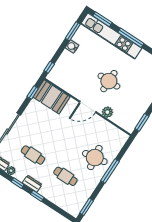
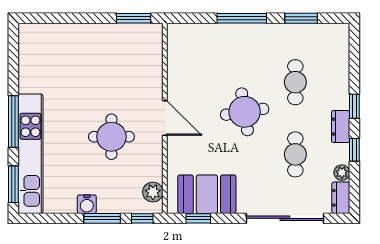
window: (73, 31) -> (102, 218), moved
round table: (109, 81) -> (111, 137), moved
booth: (51, 97) -> (207, 194), moved, turned 90
plant: (107, 112) -> (153, 192), moved
round table: (95, 158) -> (245, 112), moved
window: (87, 207) -> (301, 18), moved

